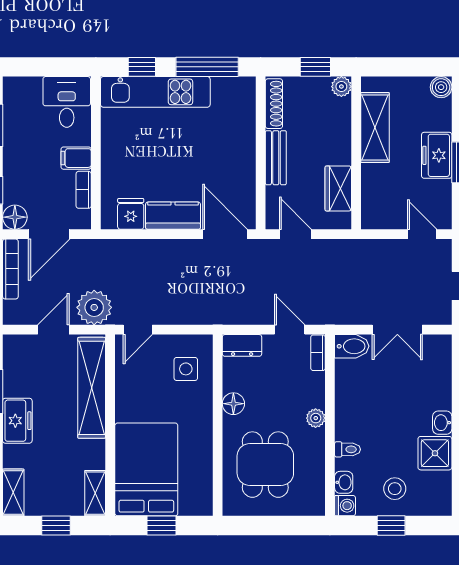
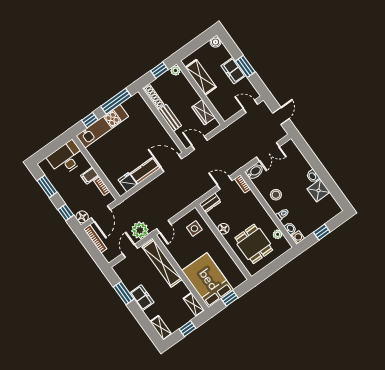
desk: (67, 102) -> (66, 158), width x1.37
plant: (316, 418) -> (278, 234), moved
stool: (395, 489) -> (276, 195), moved

